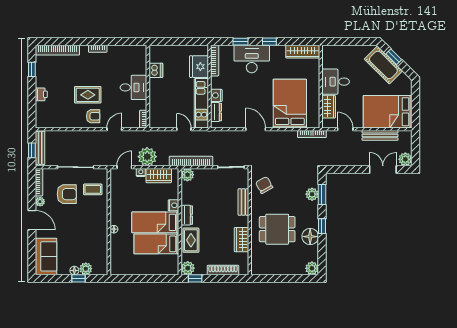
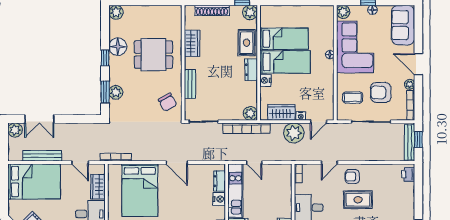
printer: (41, 94) -> (408, 174), moved
corner sofa: (90, 236) -> (355, 47), added
plant: (86, 269) -> (343, 12), moved

